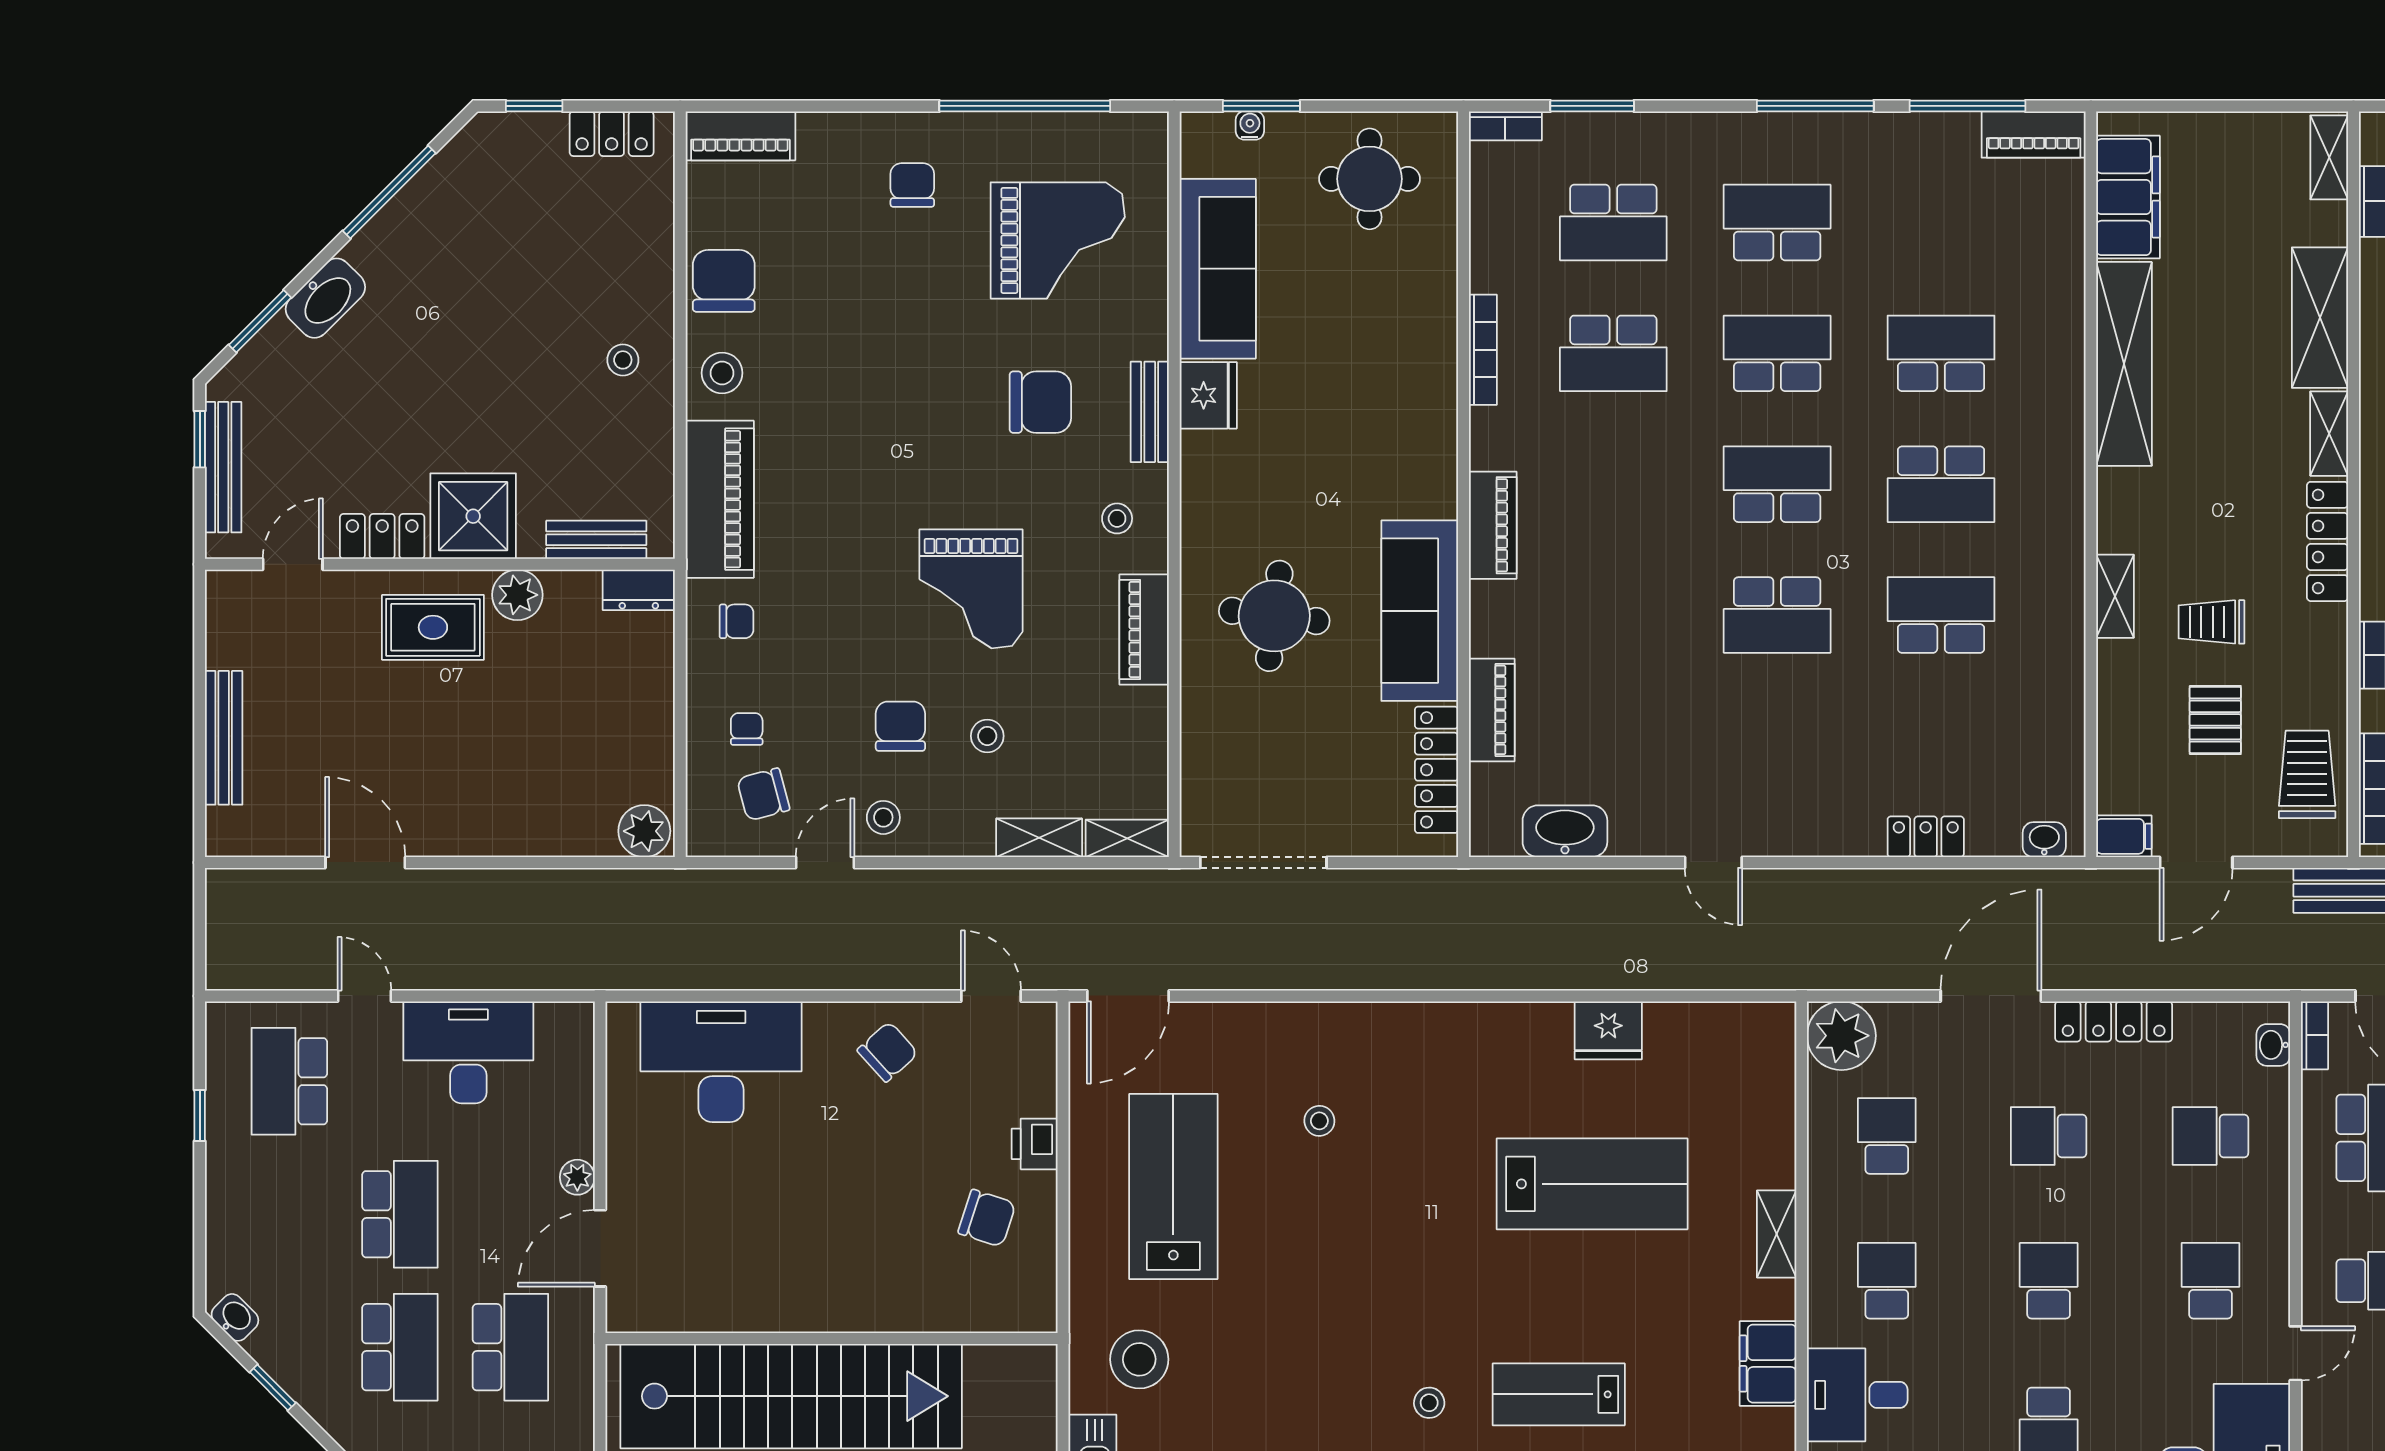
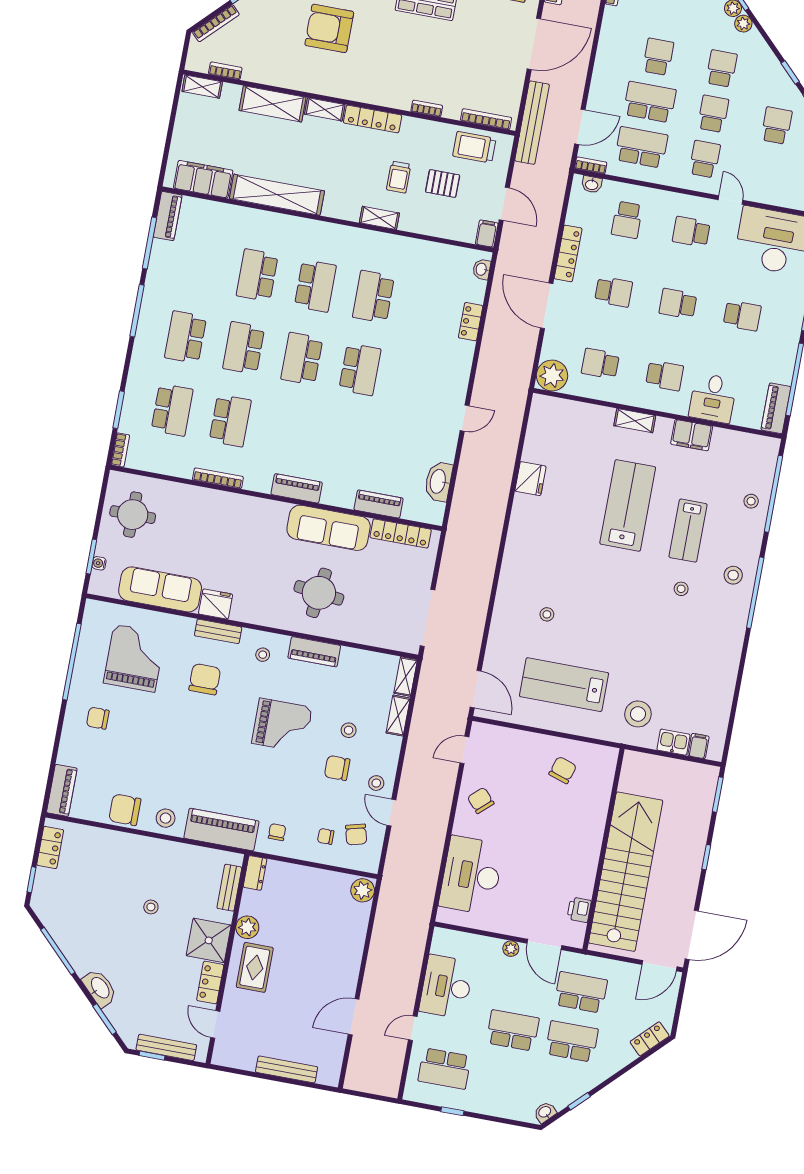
stool: (623, 360) -> (151, 907), moved
school desk: (2049, 1136) -> (614, 292), turned -90
printer: (1035, 1144) -> (579, 910), moved, turned 90
lab bench: (1592, 1184) -> (628, 505), moved
school desk: (1887, 1281) -> (665, 376), turned 180

